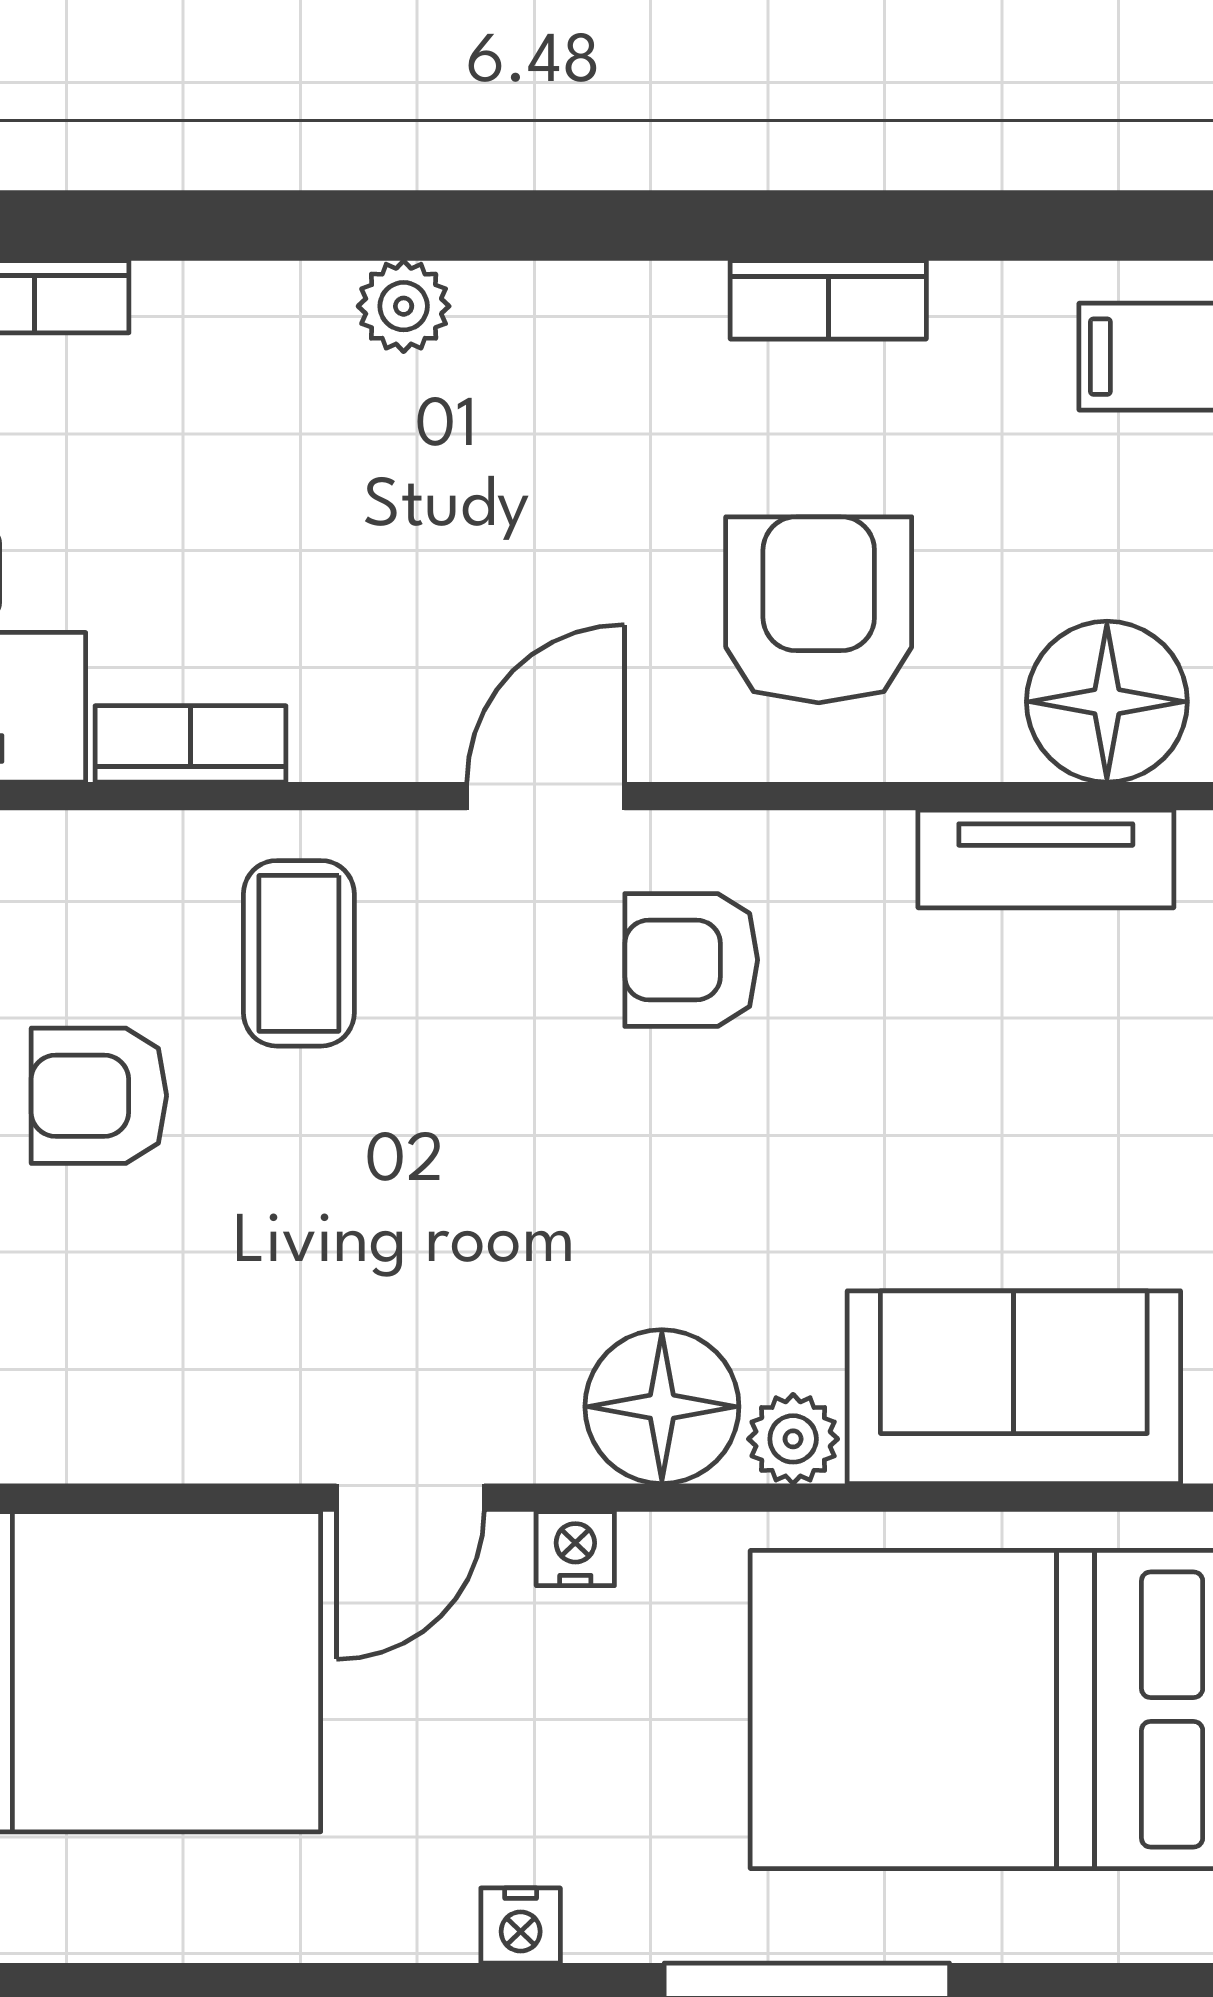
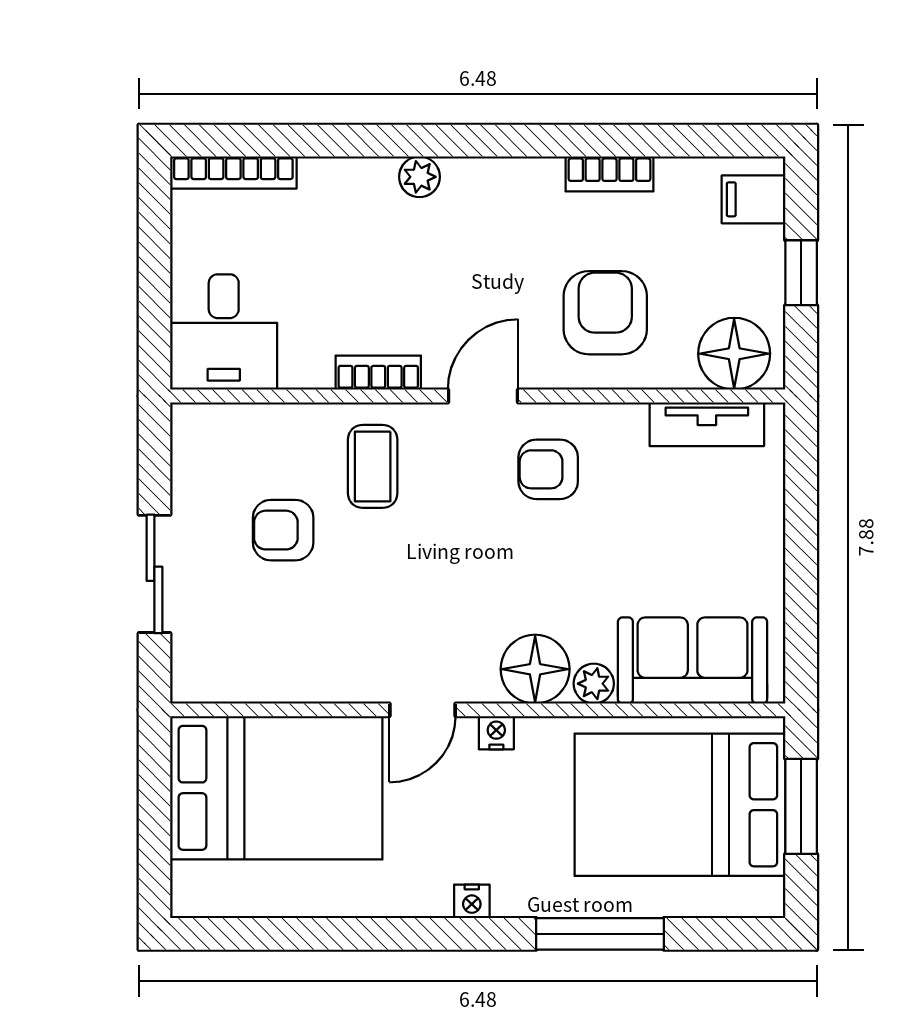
bookcase: (191, 744) -> (378, 373), moved

